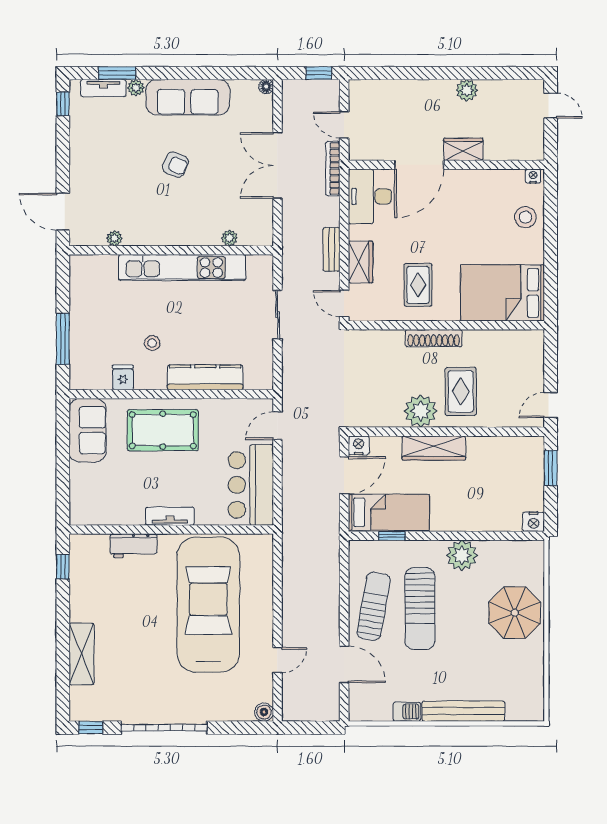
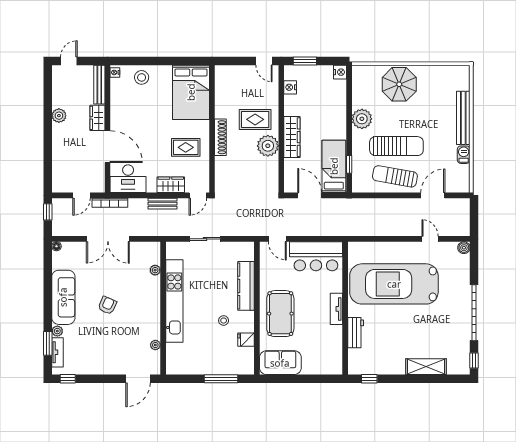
bench: (514, 152) -> (99, 85), added
nightstand: (359, 445) -> (290, 87), moved

